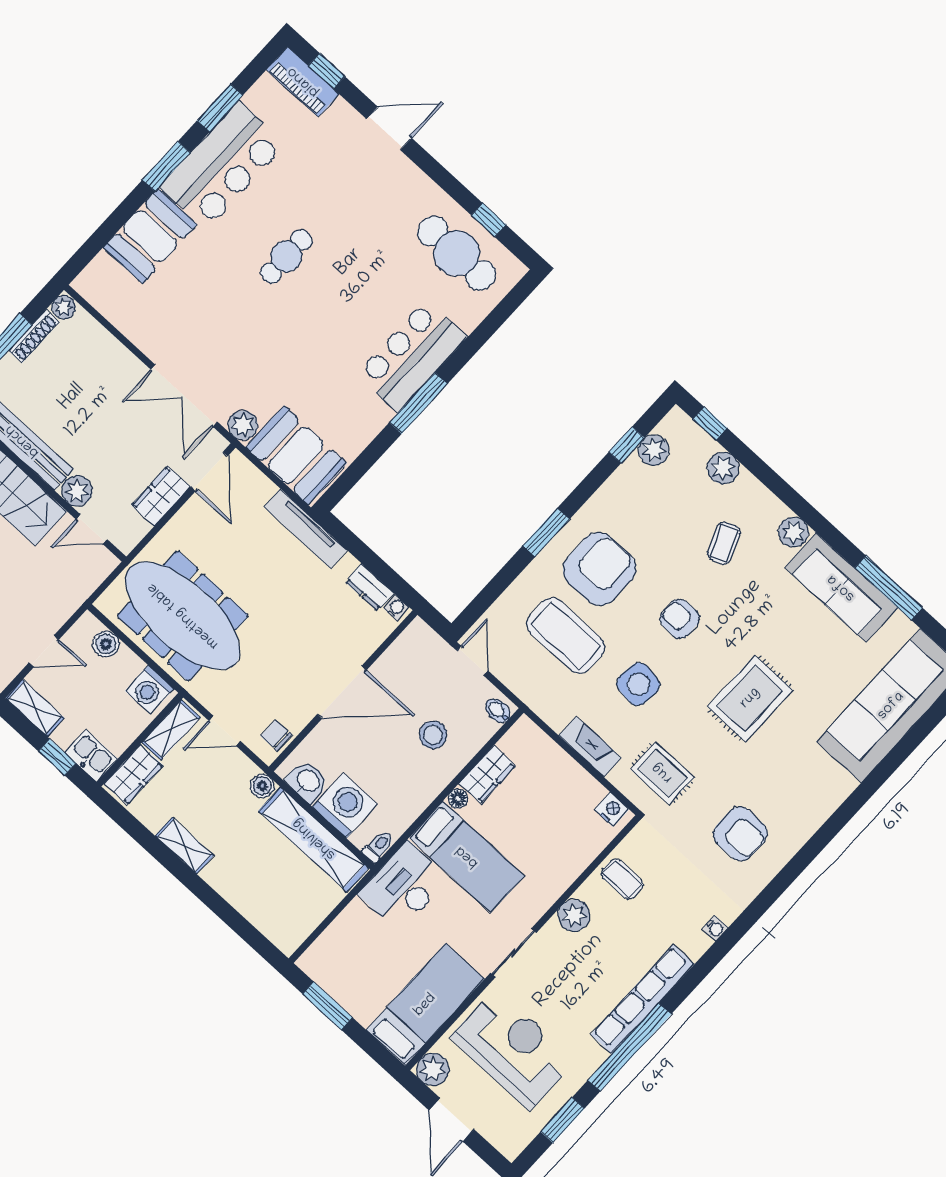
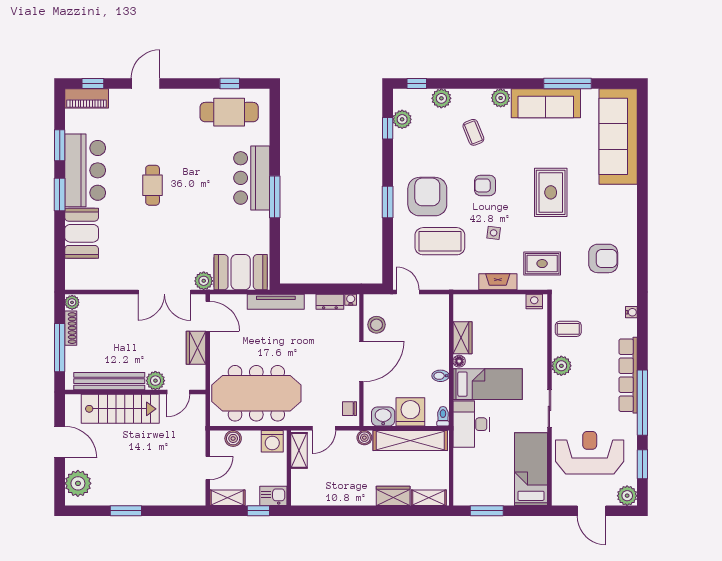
side table: (638, 684) -> (494, 233), width x0.54, depth x0.54
bidet: (498, 711) -> (440, 376), moved
stool: (433, 735) -> (376, 325), moved
wardrobe: (134, 774) -> (393, 496), moved, turned -90
shelving: (184, 846) -> (429, 498), moved
plant: (433, 1069) -> (627, 496), moved

